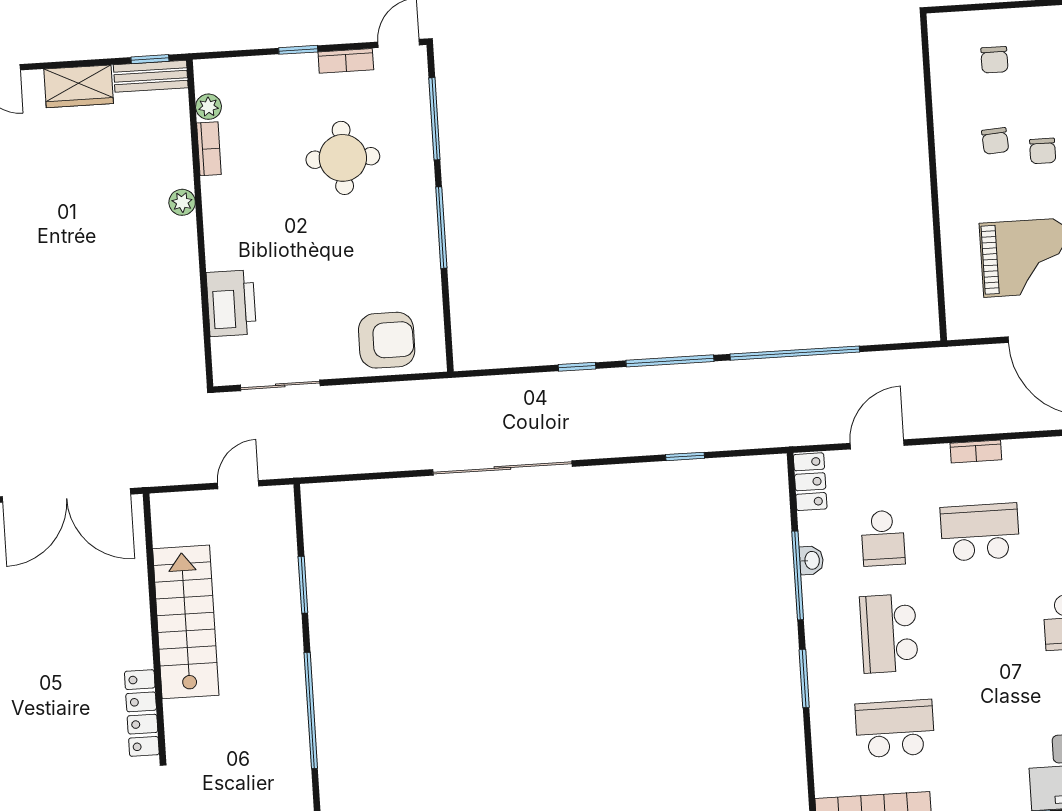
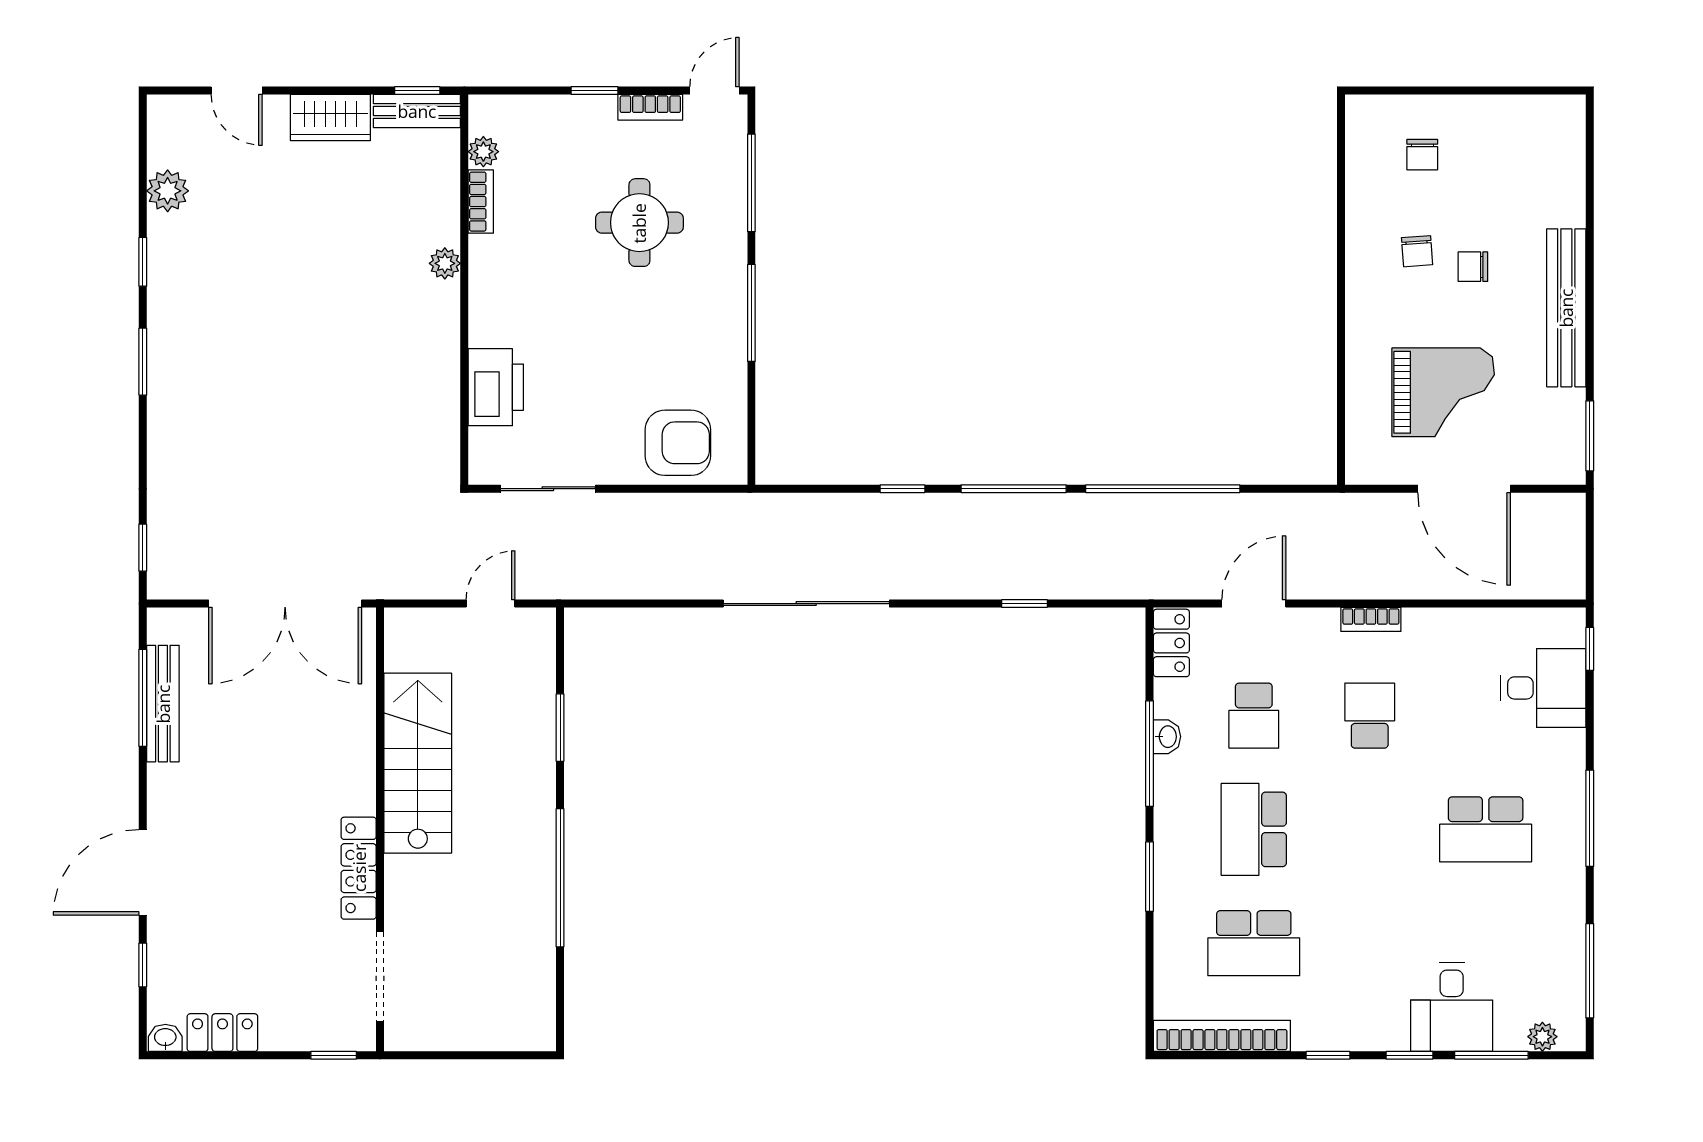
chair: (1043, 151) -> (1473, 267), turned 90
school desk: (980, 532) -> (1370, 716), width x0.54
school desk: (895, 729) -> (1254, 943), turned 180

